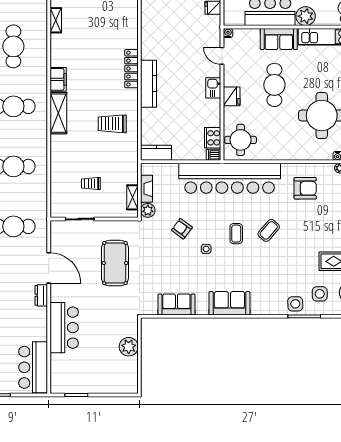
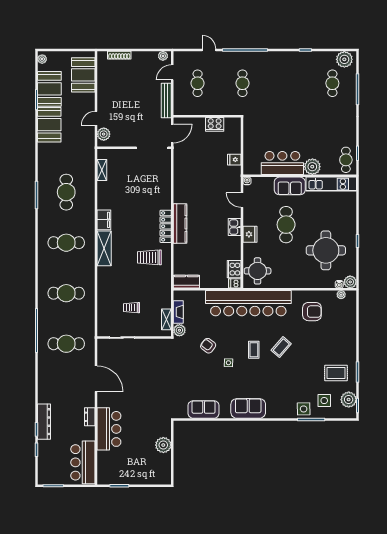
locker: (131, 69) -> (166, 226), moved
pool table: (115, 263) -> (152, 375), removed
dresser: (41, 295) -> (90, 417), moved

